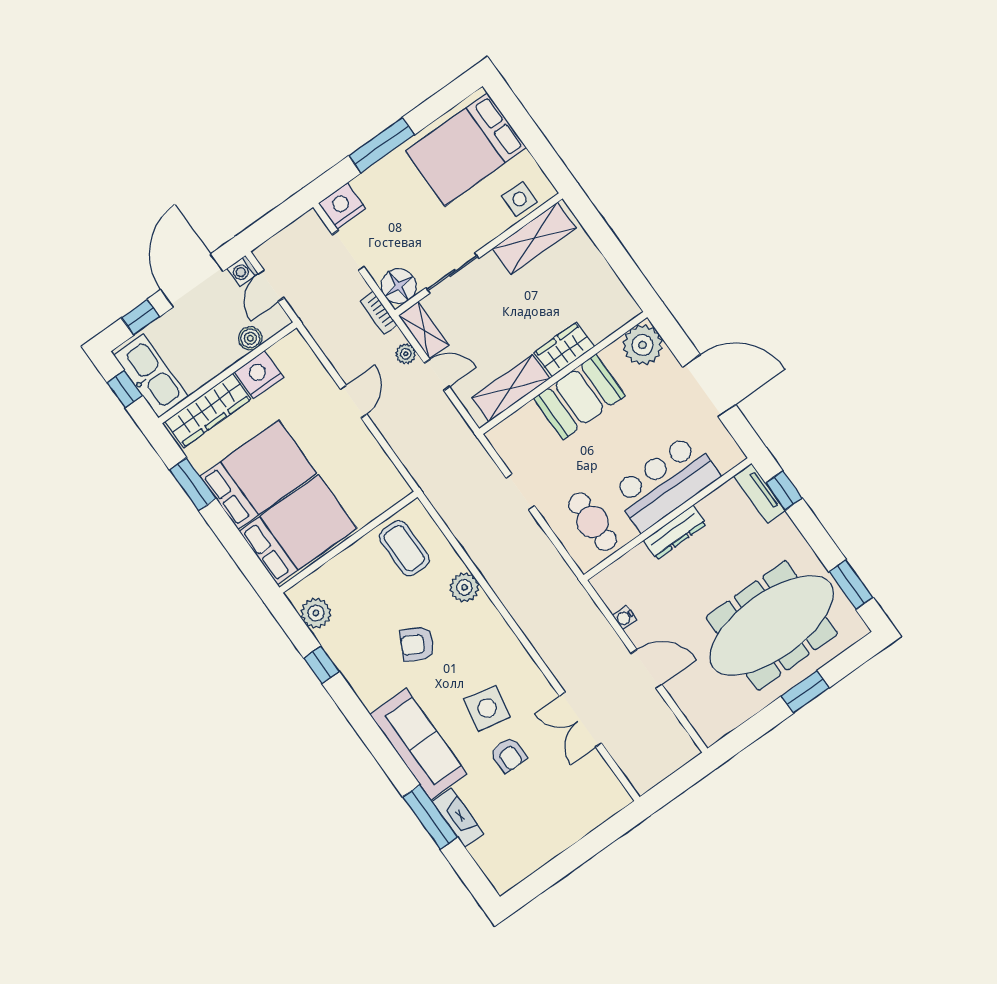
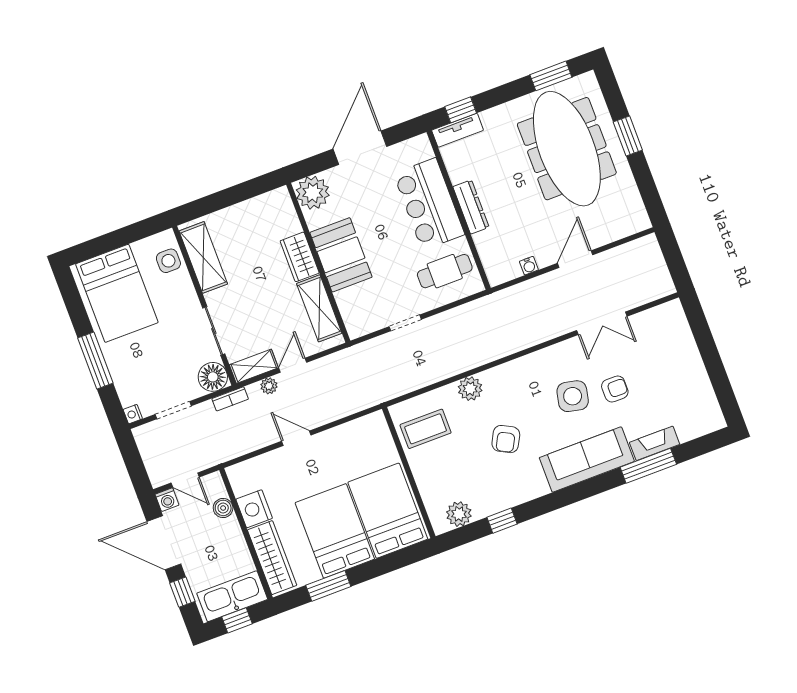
nightstand: (342, 206) -> (133, 414), width x0.53, depth x0.56

